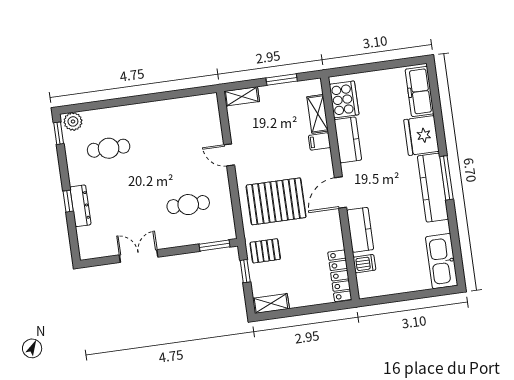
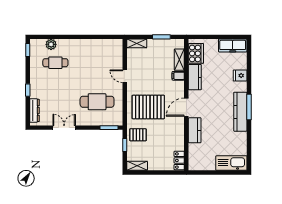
freezer: (420, 91) -> (233, 46), moved, turned -90
plant: (73, 121) -> (51, 44), moved
fridge: (421, 136) -> (240, 76), width x0.53, depth x0.75
cafe table: (188, 205) -> (97, 102), width x1.37, depth x1.35
dresser: (80, 206) -> (34, 110), moved
kitchen sink: (442, 261) -> (231, 163), moved, turned 90
dishwasher: (365, 264) -> (195, 150), removed
locker: (340, 276) -> (179, 160), width x0.66

